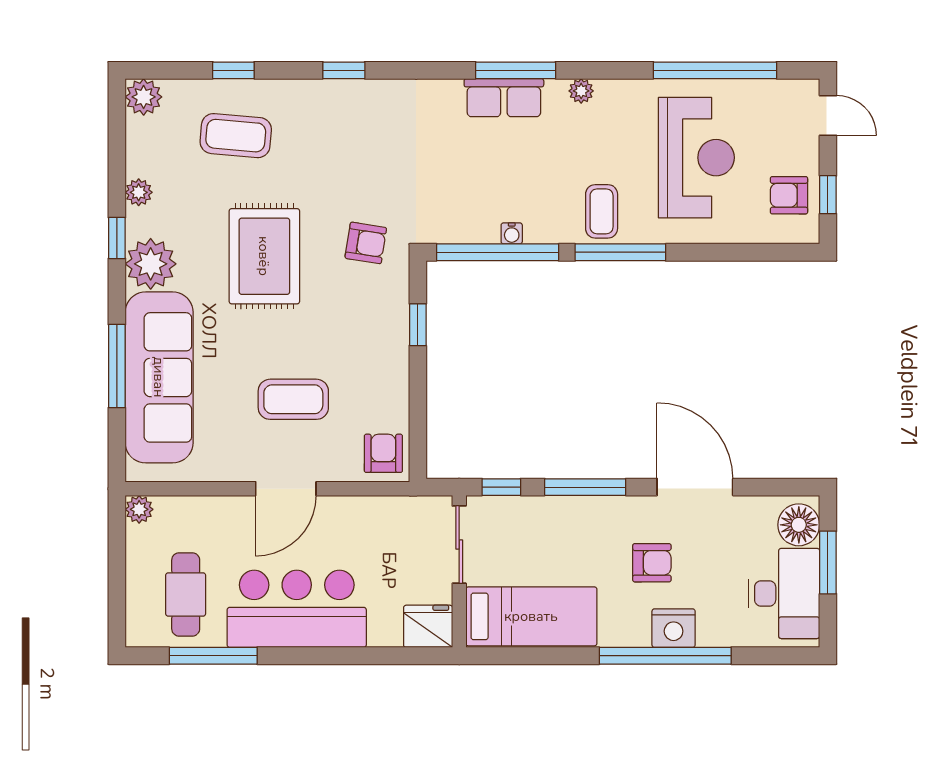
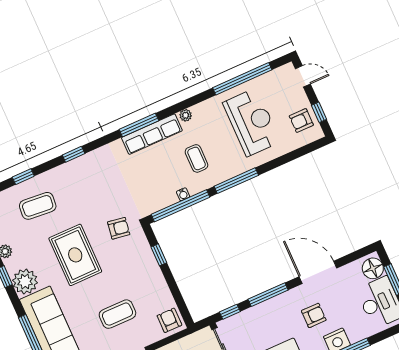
window: (516, 70) -> (139, 125), moved
row of seats: (504, 98) -> (152, 134), width x1.48
coffee table: (602, 211) -> (196, 158), moved

